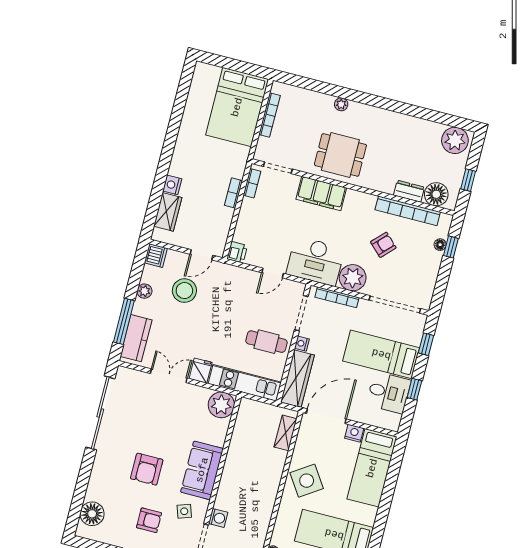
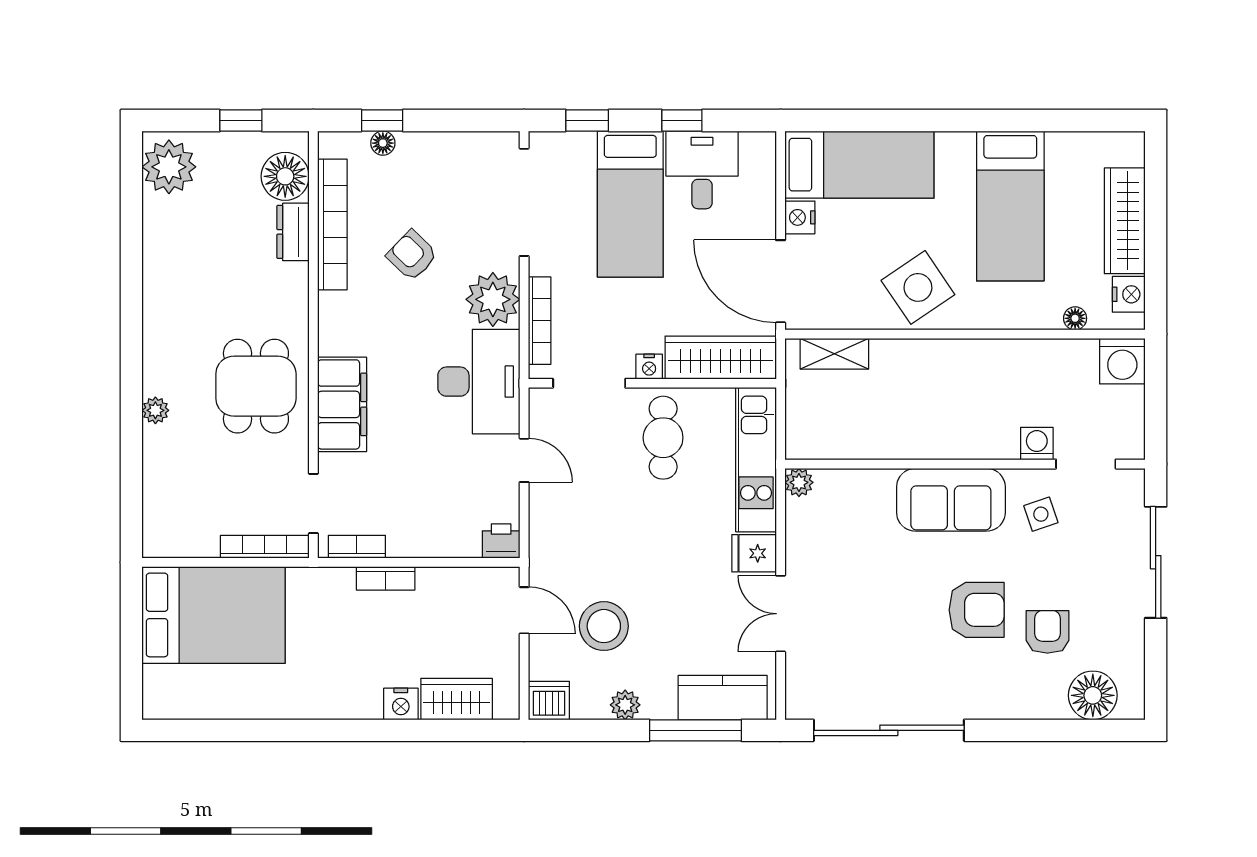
bookcase: (270, 115) -> (265, 547), moved
plant: (221, 405) -> (799, 482), width x0.53, depth x0.53
armchair: (149, 520) -> (1047, 632), moved

